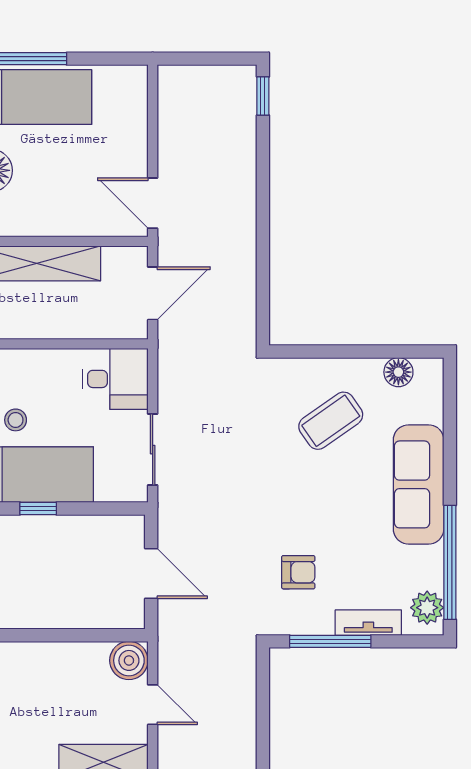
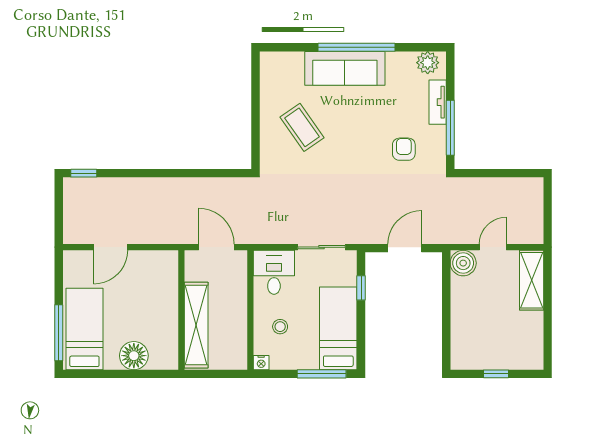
door: (153, 203) -> (111, 247), moved
floor lamp: (398, 372) -> (269, 82), removed
stool: (16, 420) -> (280, 327), moved
window: (38, 508) -> (361, 288), moved
window: (450, 562) -> (356, 47), moved

